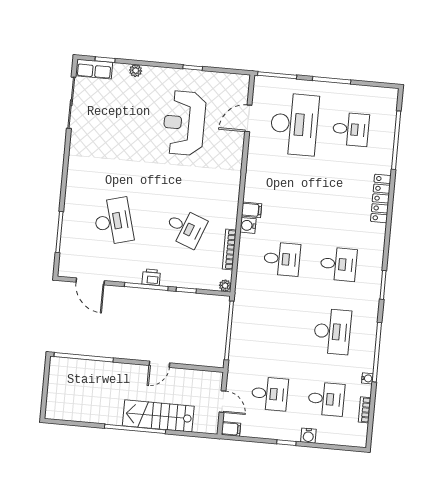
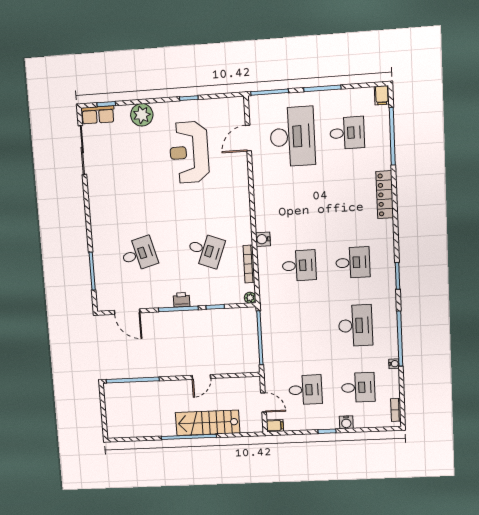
plant: (136, 71) -> (142, 115), width x1.87, depth x1.87
filing cabinet: (252, 210) -> (382, 95), moved, turned 90
desk: (113, 221) -> (139, 254), width x0.73
bookcase: (365, 410) -> (396, 410), moved

